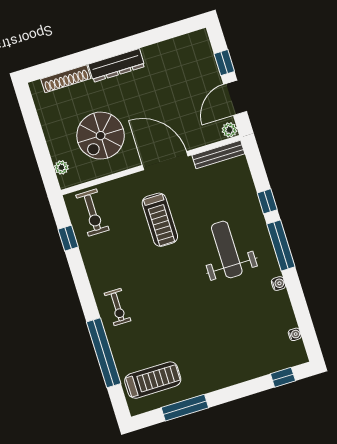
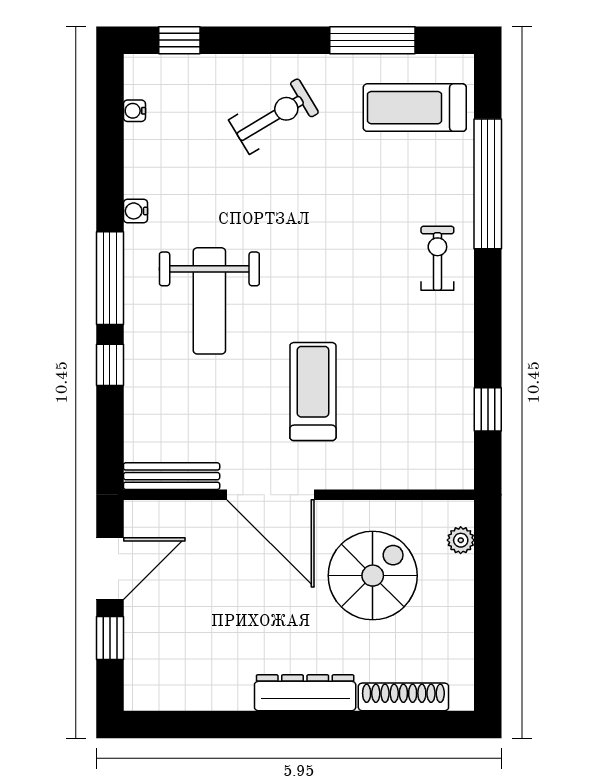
plant: (229, 130) -> (138, 514), removed
exercise bike: (92, 213) -> (274, 116), moved, turned 59

